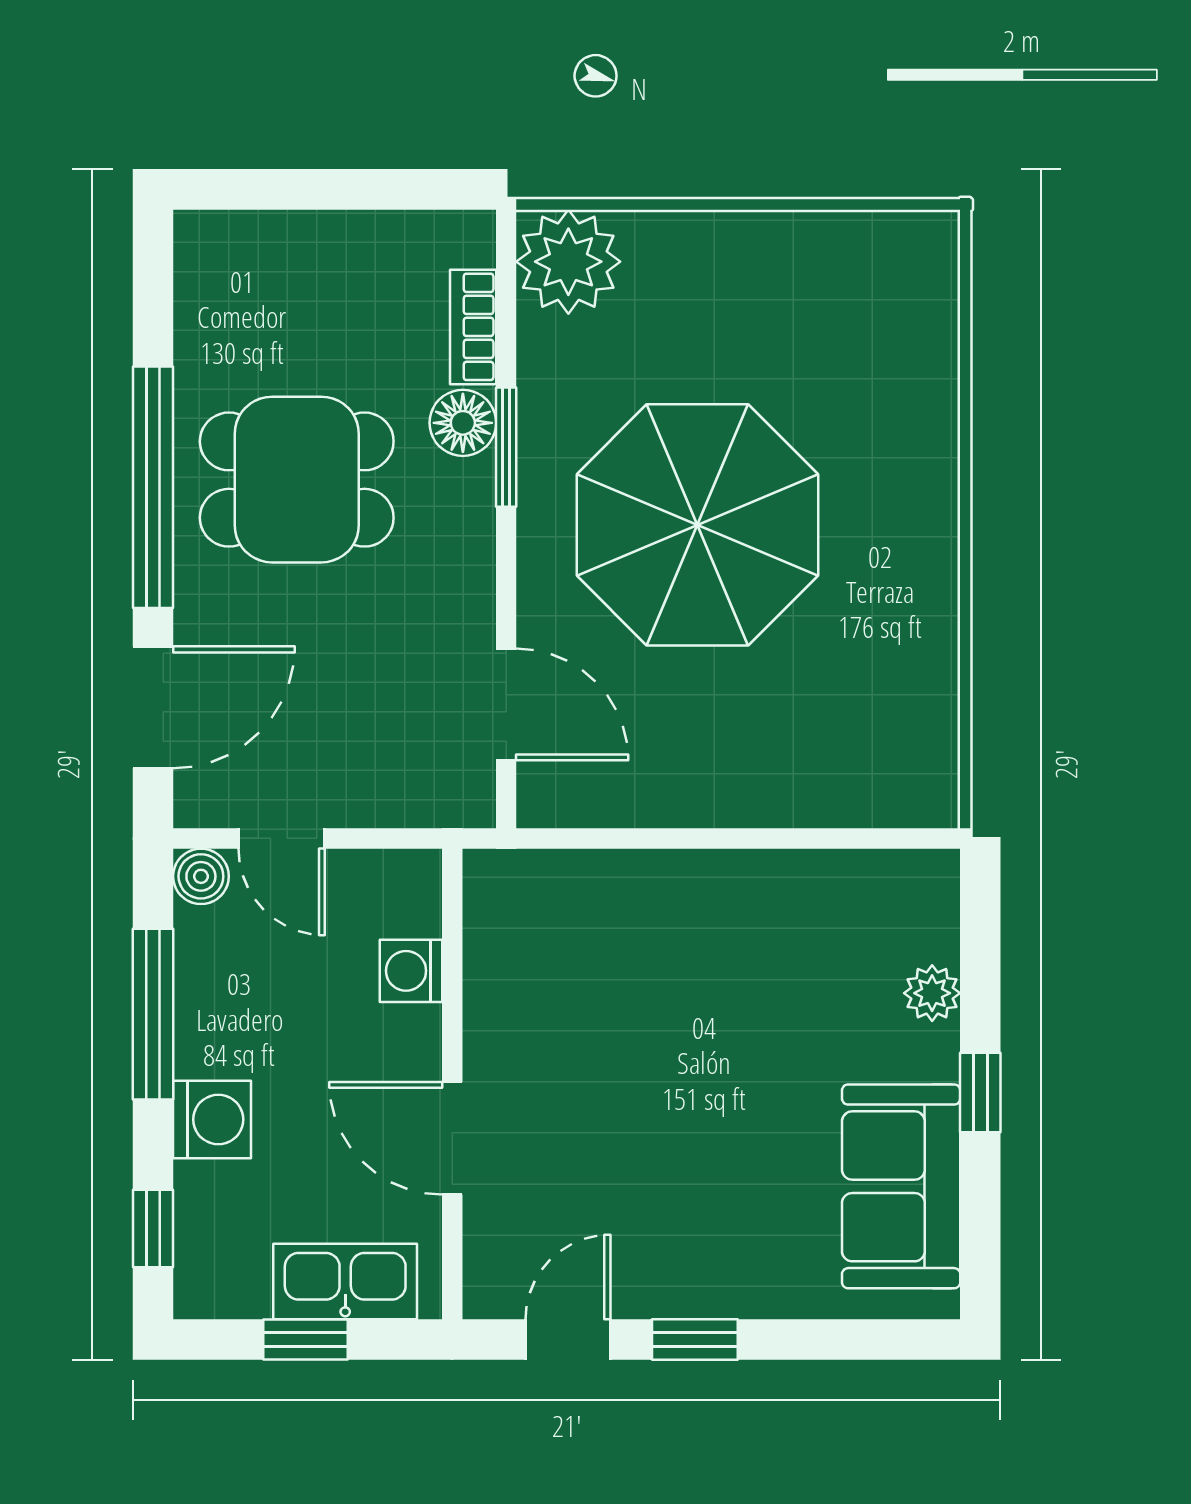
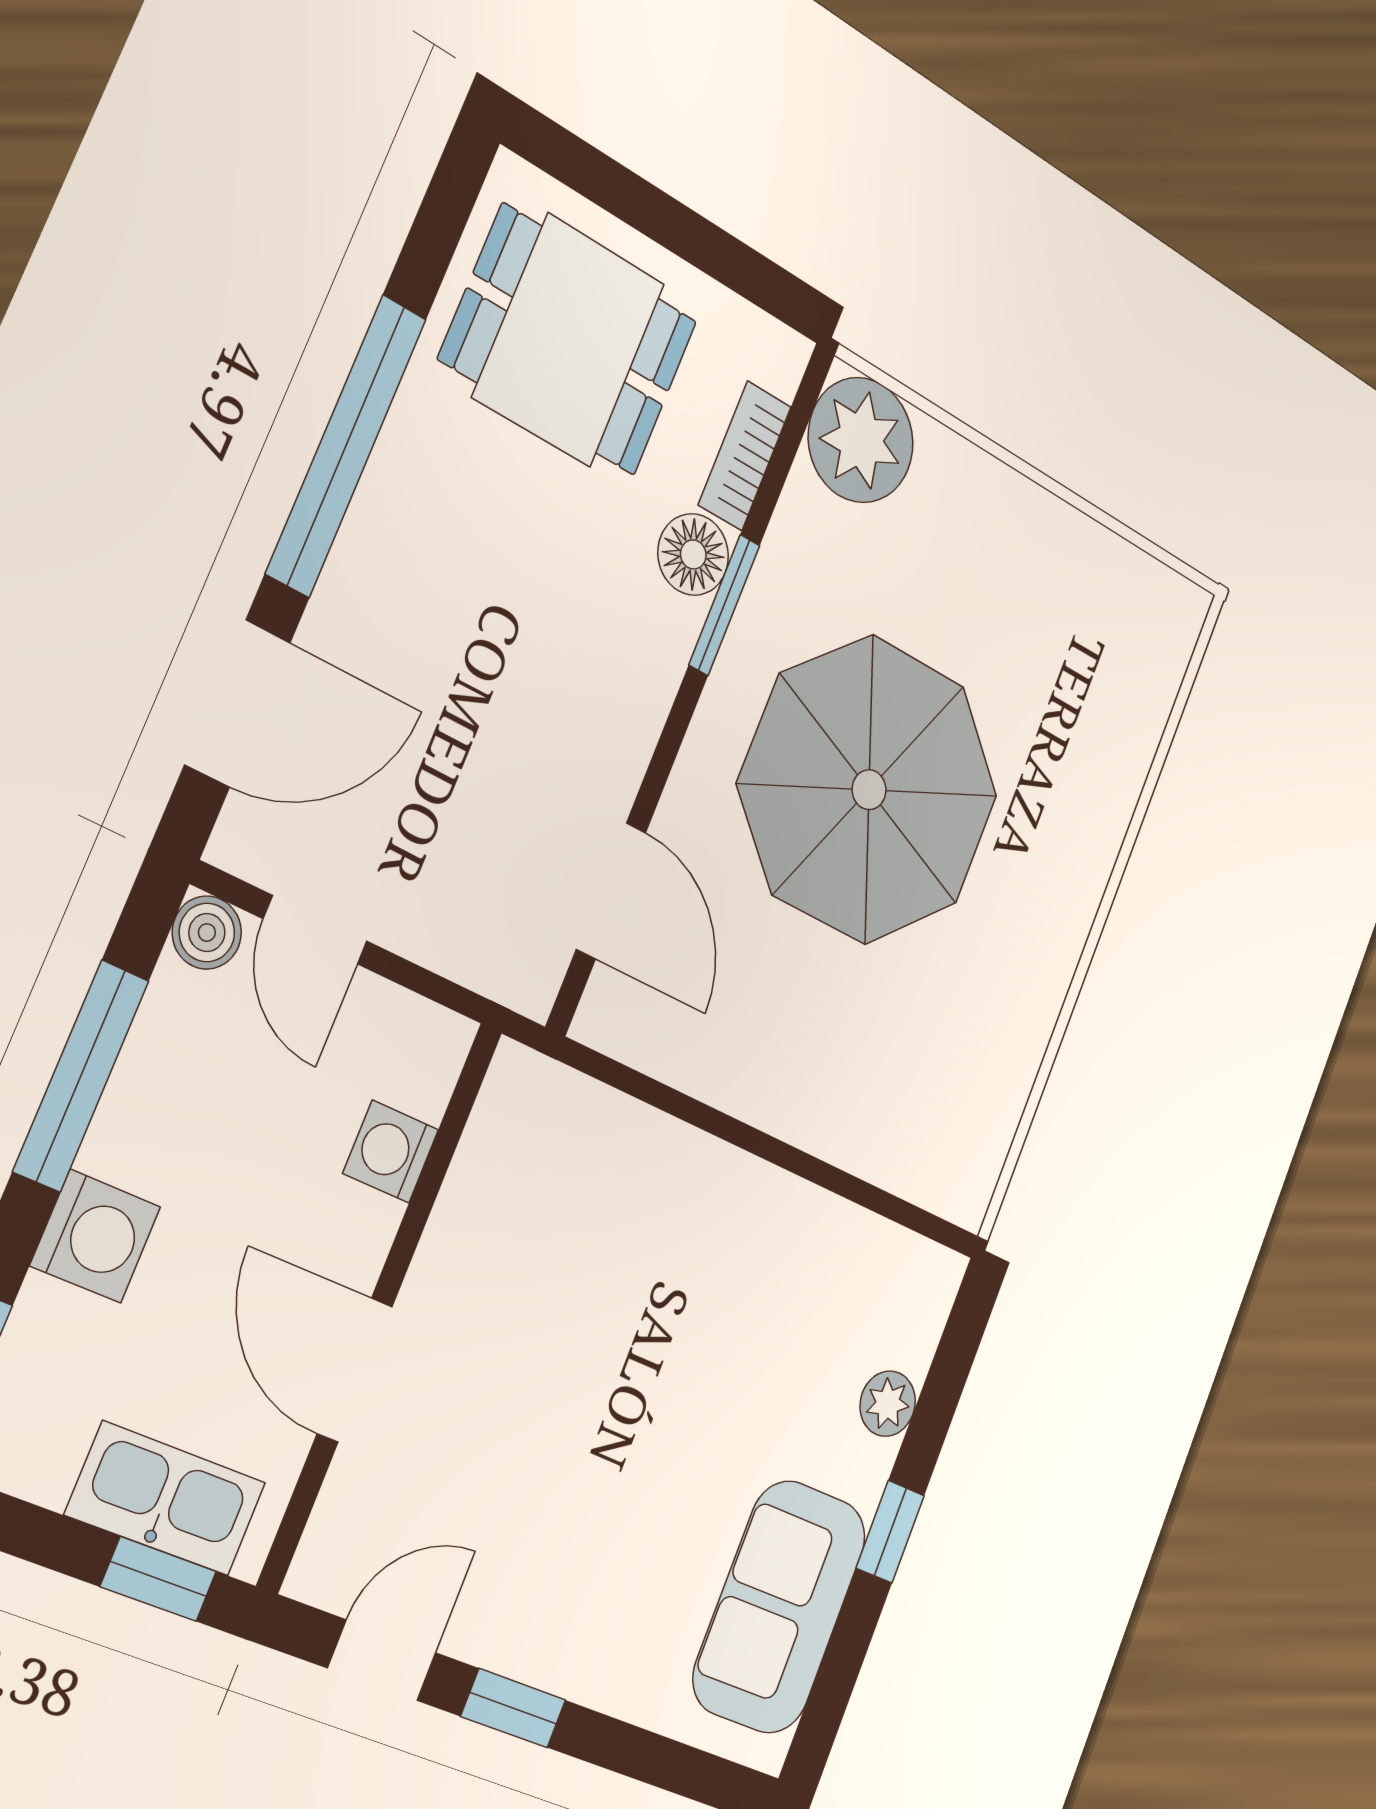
dining table: (297, 480) -> (569, 340), moved
window: (305, 1340) -> (158, 1579), moved

